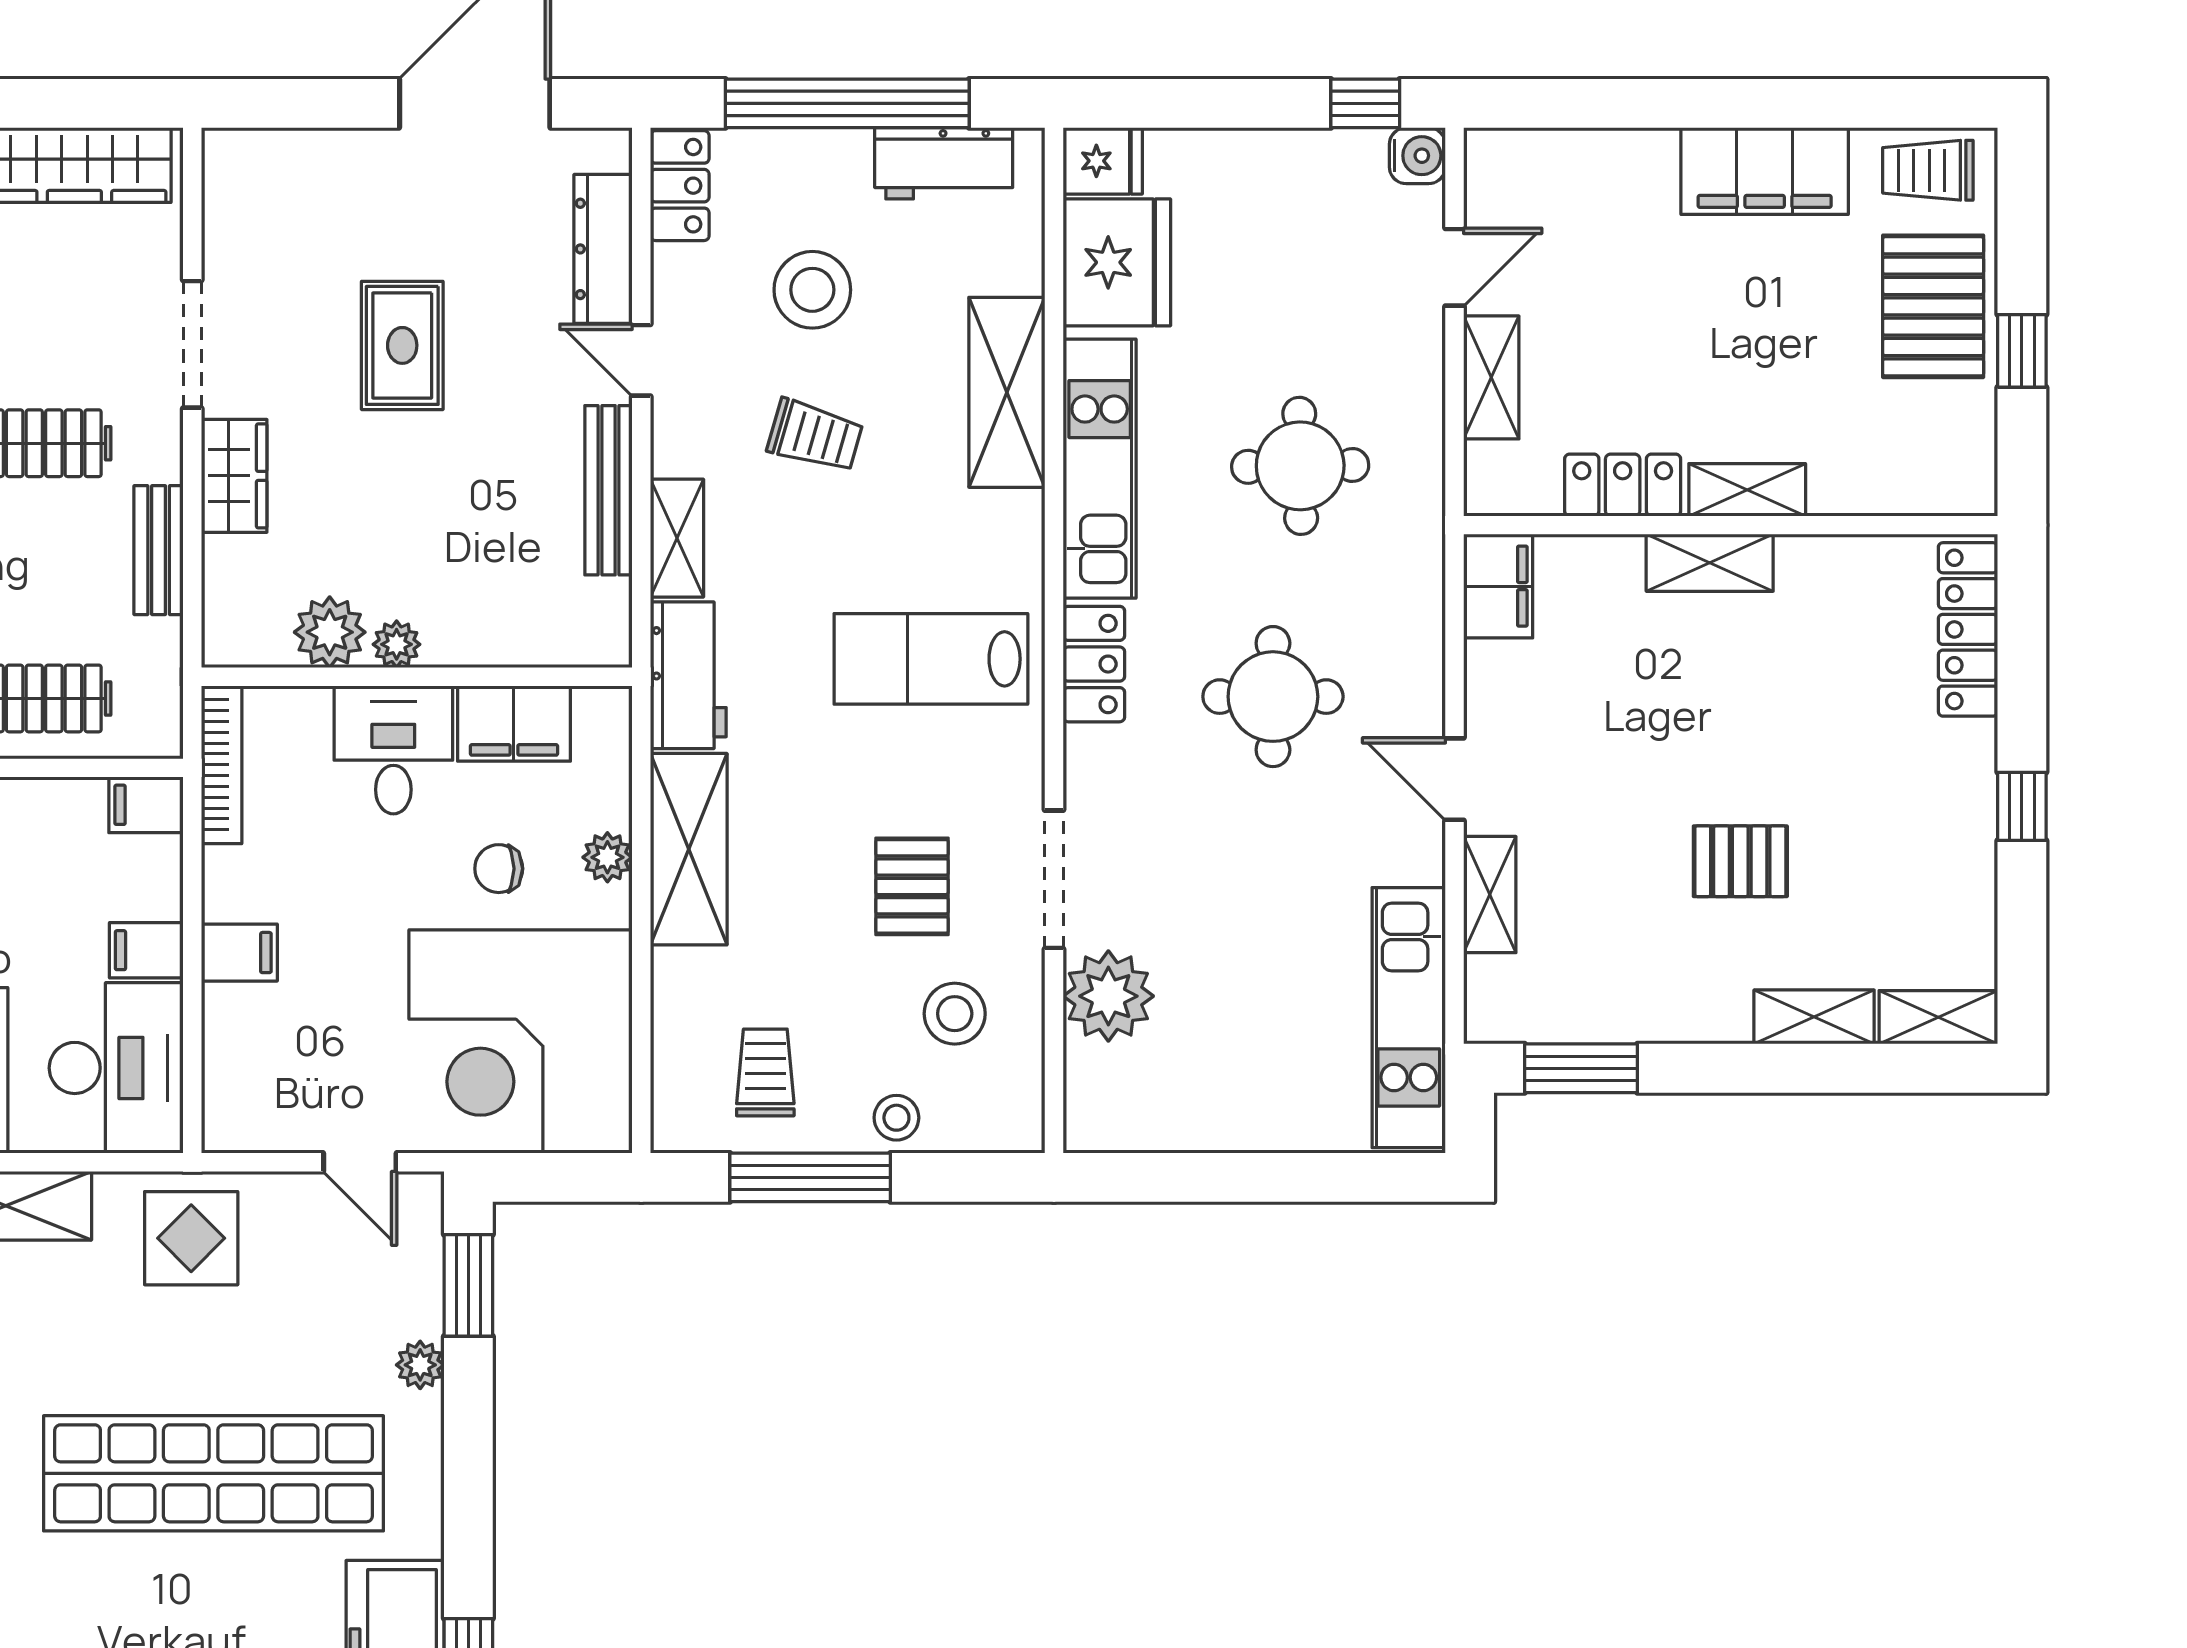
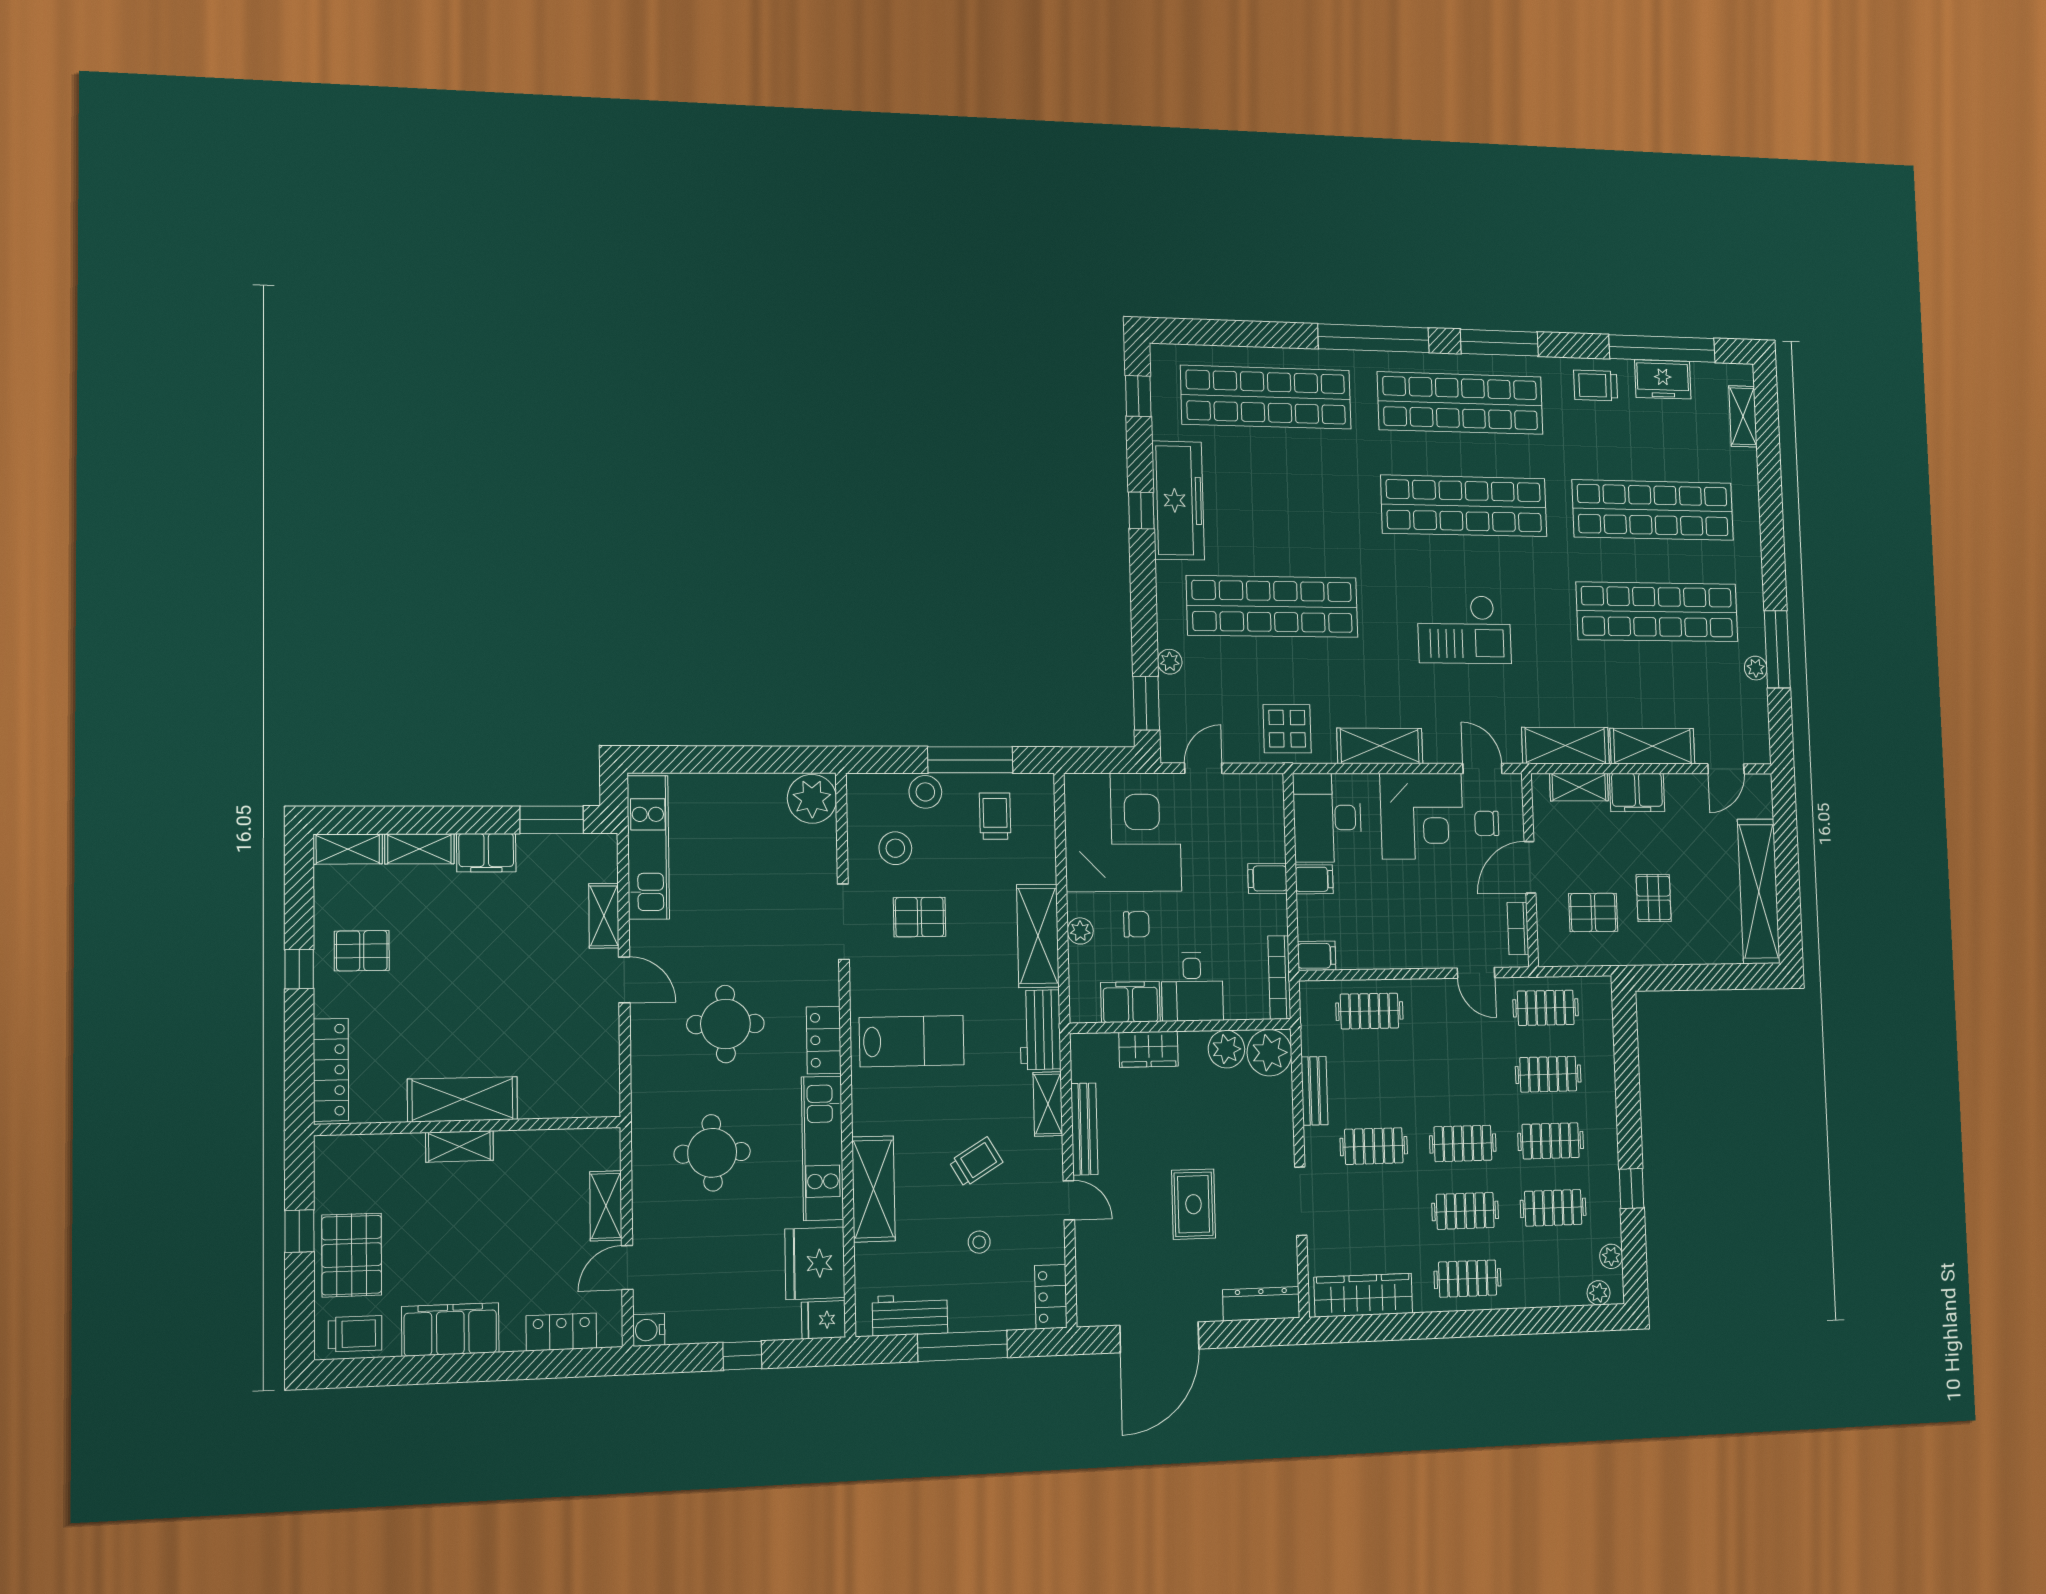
window: (847, 103) -> (963, 1346), width x0.68
window: (1365, 103) -> (742, 1356), moved
dresser: (603, 249) -> (1261, 1304), moved, turned -90
stool: (812, 290) -> (979, 1242), width x0.53, depth x0.53
trolley: (815, 436) -> (976, 1162), turned 133
wardrobe: (234, 476) -> (1149, 1049), moved, turned -90
locker: (1623, 485) -> (561, 1332), moved, turned 180
shelving: (1710, 563) -> (462, 1099), width x1.50, depth x1.33
filing cabinet: (1498, 586) -> (486, 853), moved, turned -90
plant: (397, 644) -> (1269, 1053), moved, width x1.88, depth x1.88
pallet: (1740, 861) -> (362, 951), moved
pallet: (912, 886) -> (919, 917), turned 90
plant: (1108, 996) -> (812, 799), moved
trolley: (765, 1072) -> (995, 816), turned 180
stool: (896, 1118) -> (925, 792), width x1.37, depth x1.37
door: (360, 1162) -> (1203, 768), hinge flipped

